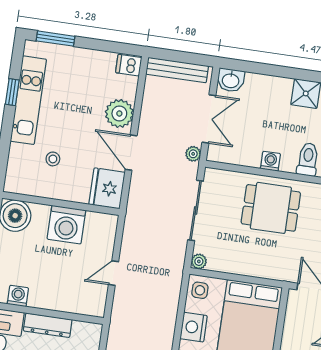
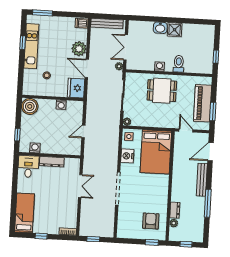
washbasin: (231, 80) -> (160, 28), moved
double door: (209, 119) -> (126, 47), swing flipped
washing machine: (66, 225) -> (61, 105), width x0.53, depth x0.53

